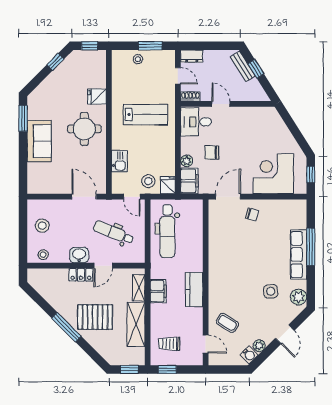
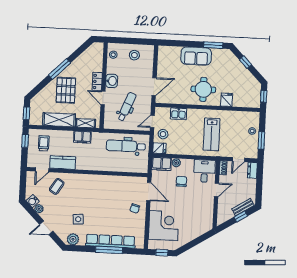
window: (55, 62) -> (245, 62), moved
row of seats: (299, 255) -> (110, 241), width x1.36
kitchen counter: (194, 289) -> (63, 162), moved

